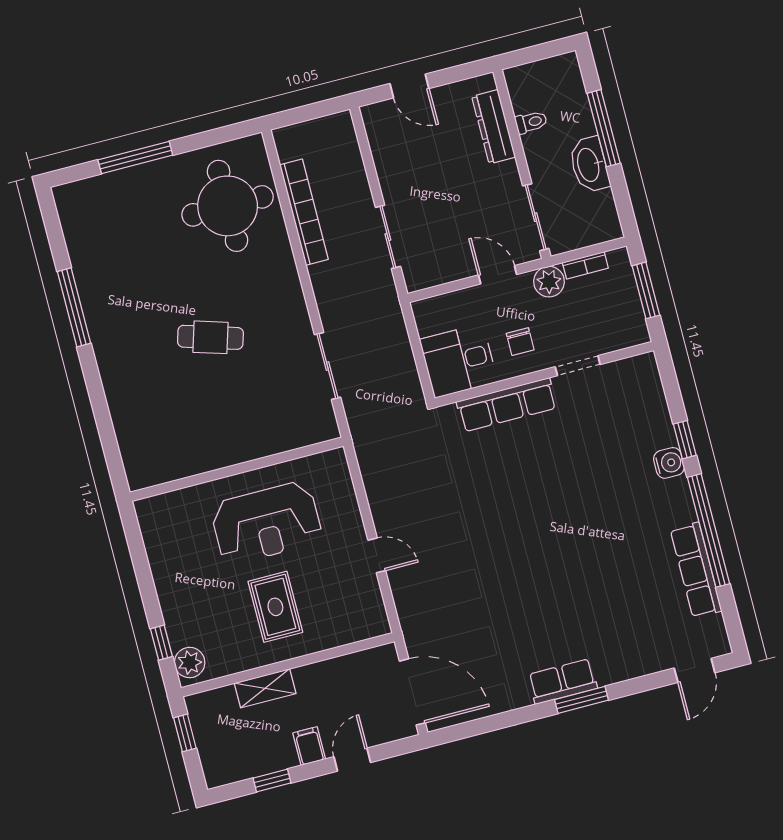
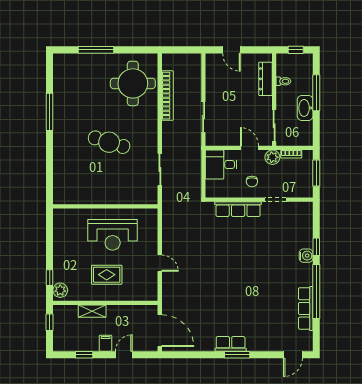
window: (540, 52) -> (296, 50), added
cafe table: (210, 337) -> (109, 142), width x1.37, depth x1.35
desk: (459, 361) -> (221, 164), moved
rug: (275, 607) -> (107, 275), turned 90

